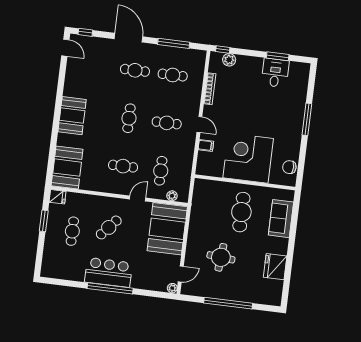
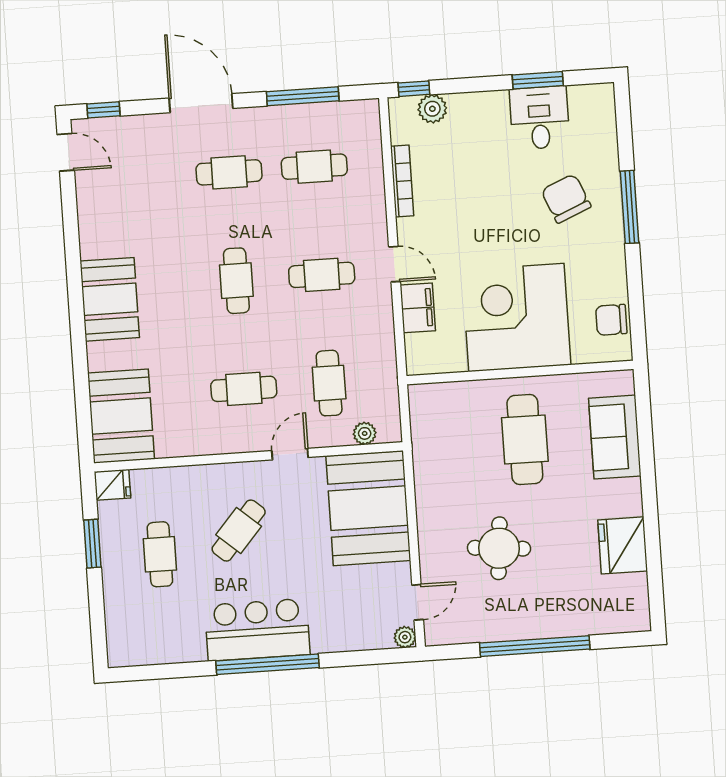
chair: (280, 110) -> (566, 199), added
filing cabinet: (206, 145) -> (418, 308), width x2.00

